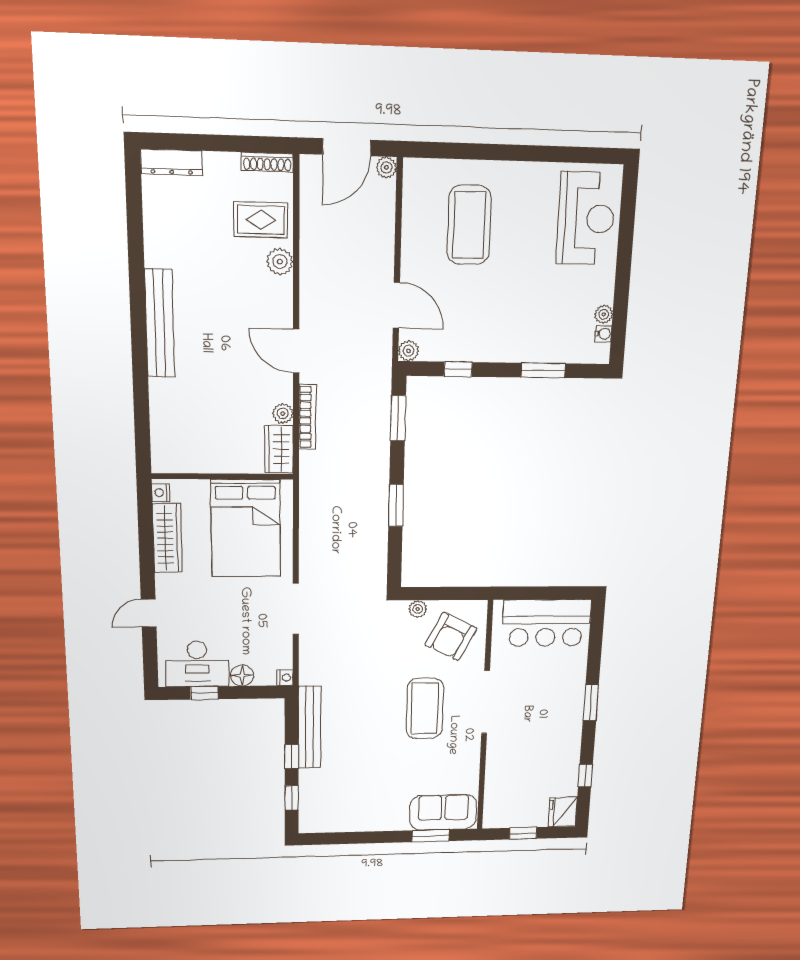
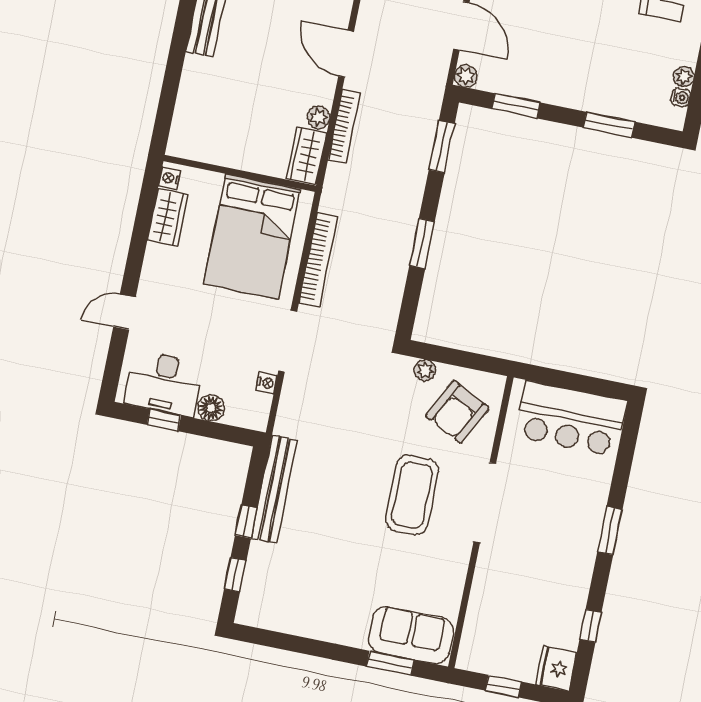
window: (458, 369) -> (516, 106), width x1.50
bookcase: (308, 537) -> (318, 260), added
wardrobe: (167, 538) -> (168, 217), width x0.67
nightstand: (285, 678) -> (267, 383), moved

